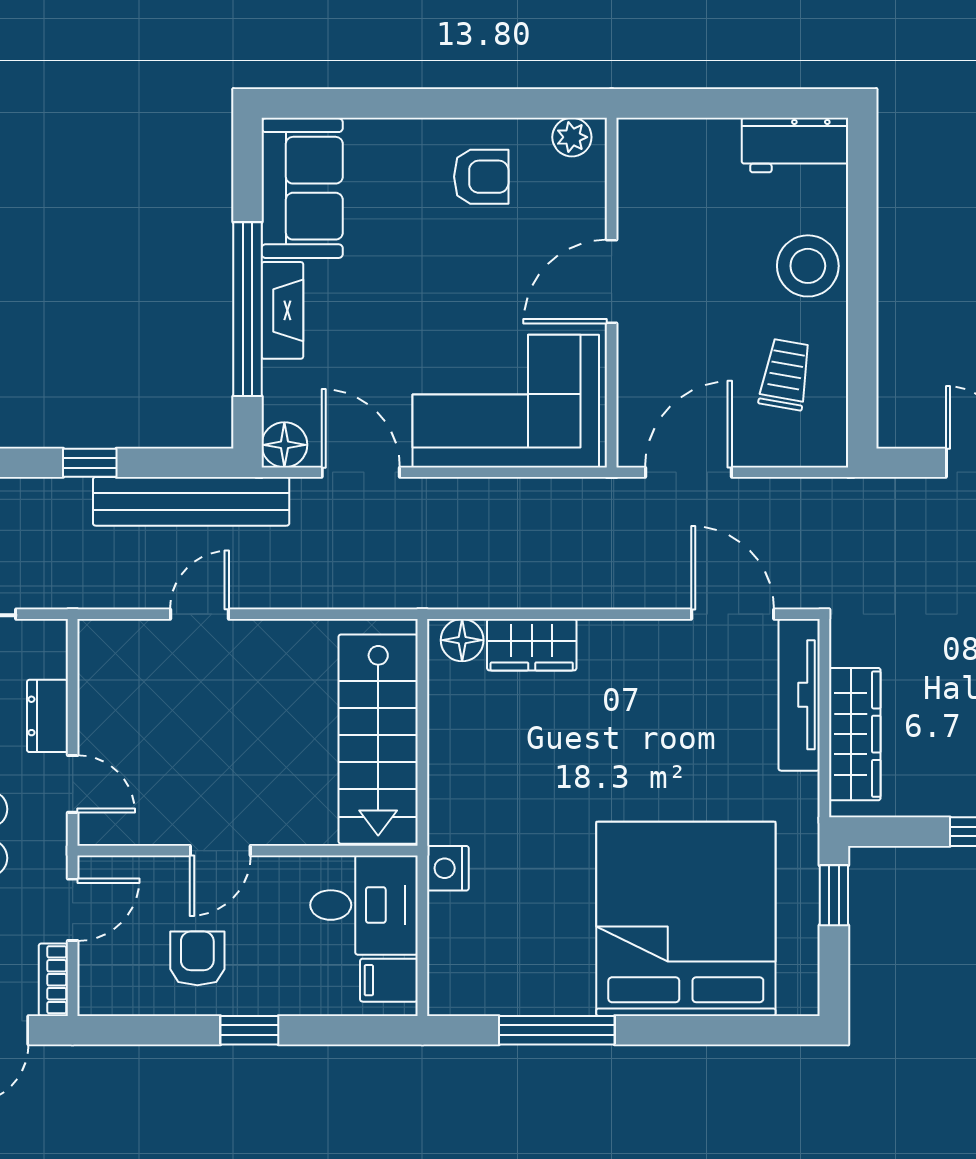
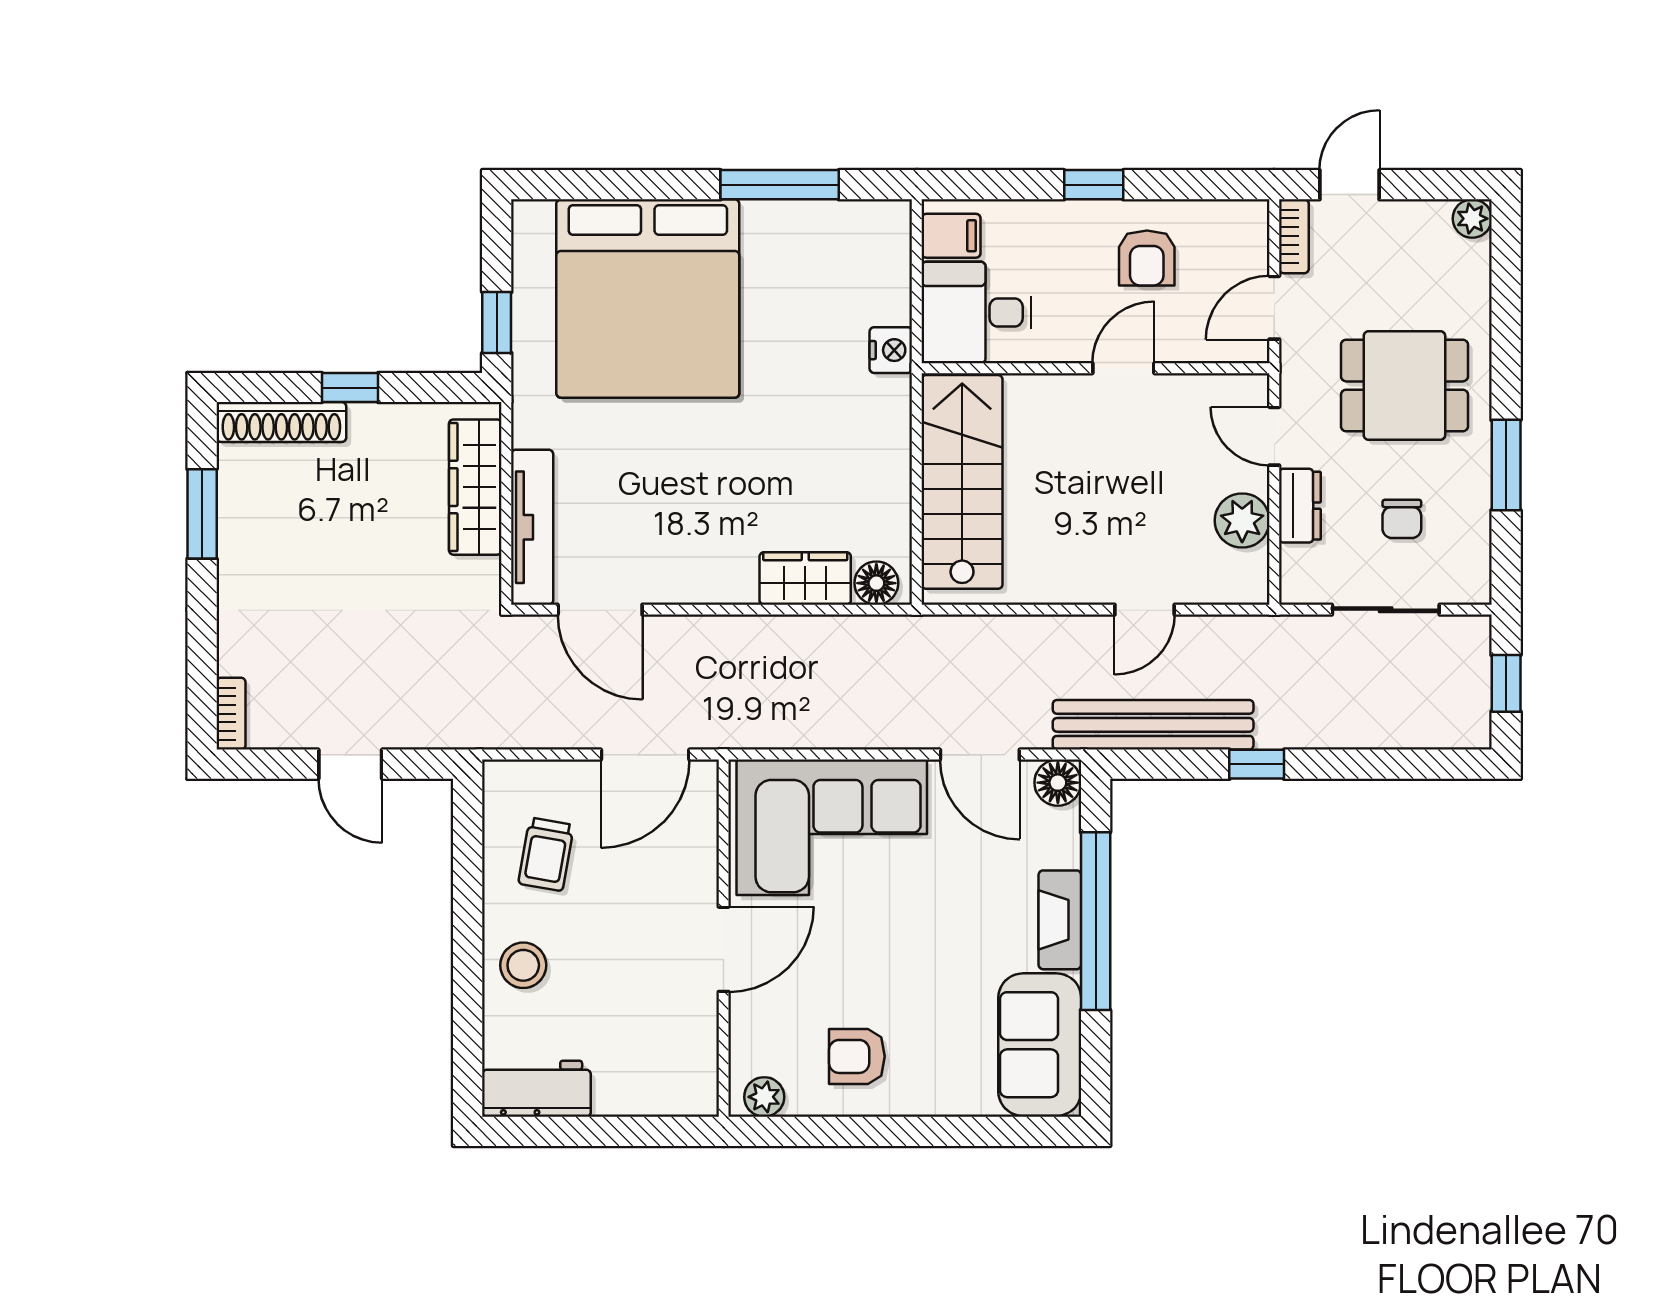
stool: (808, 266) -> (523, 965), width x0.73, depth x0.73
plant: (104, 701) -> (1242, 521), added

